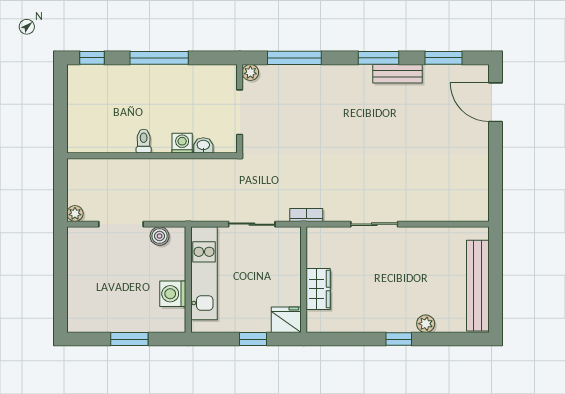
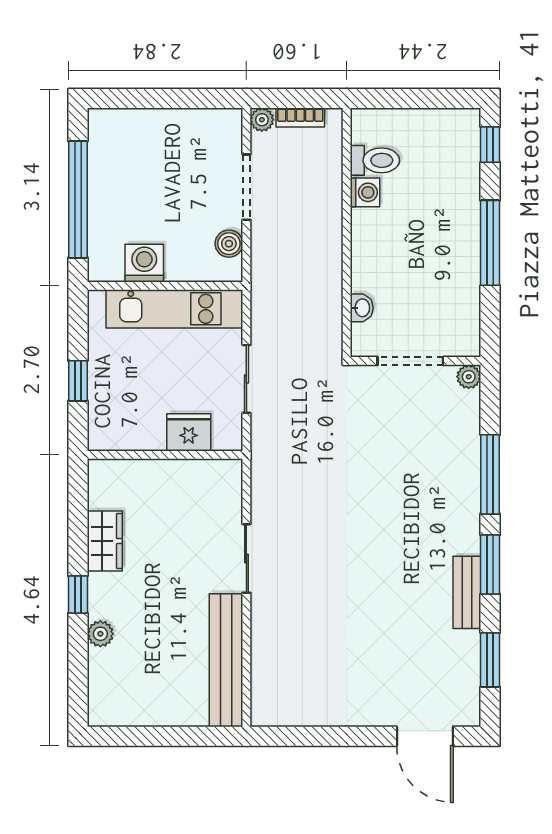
window: (294, 58) -> (490, 474), moved
door: (496, 102) -> (425, 736), swing flipped
toilet: (144, 141) -> (375, 160), moved, width x1.37, depth x1.39
washing machine: (182, 143) -> (365, 192), moved
bookcase: (306, 215) -> (300, 118), moved, turned 90
bench: (478, 286) -> (226, 660), moved, turned 90
wardrobe: (318, 289) -> (105, 541), moved, turned -90
fridge: (286, 320) -> (189, 432), moved, turned -90
window: (129, 339) -> (78, 200), width x2.11

